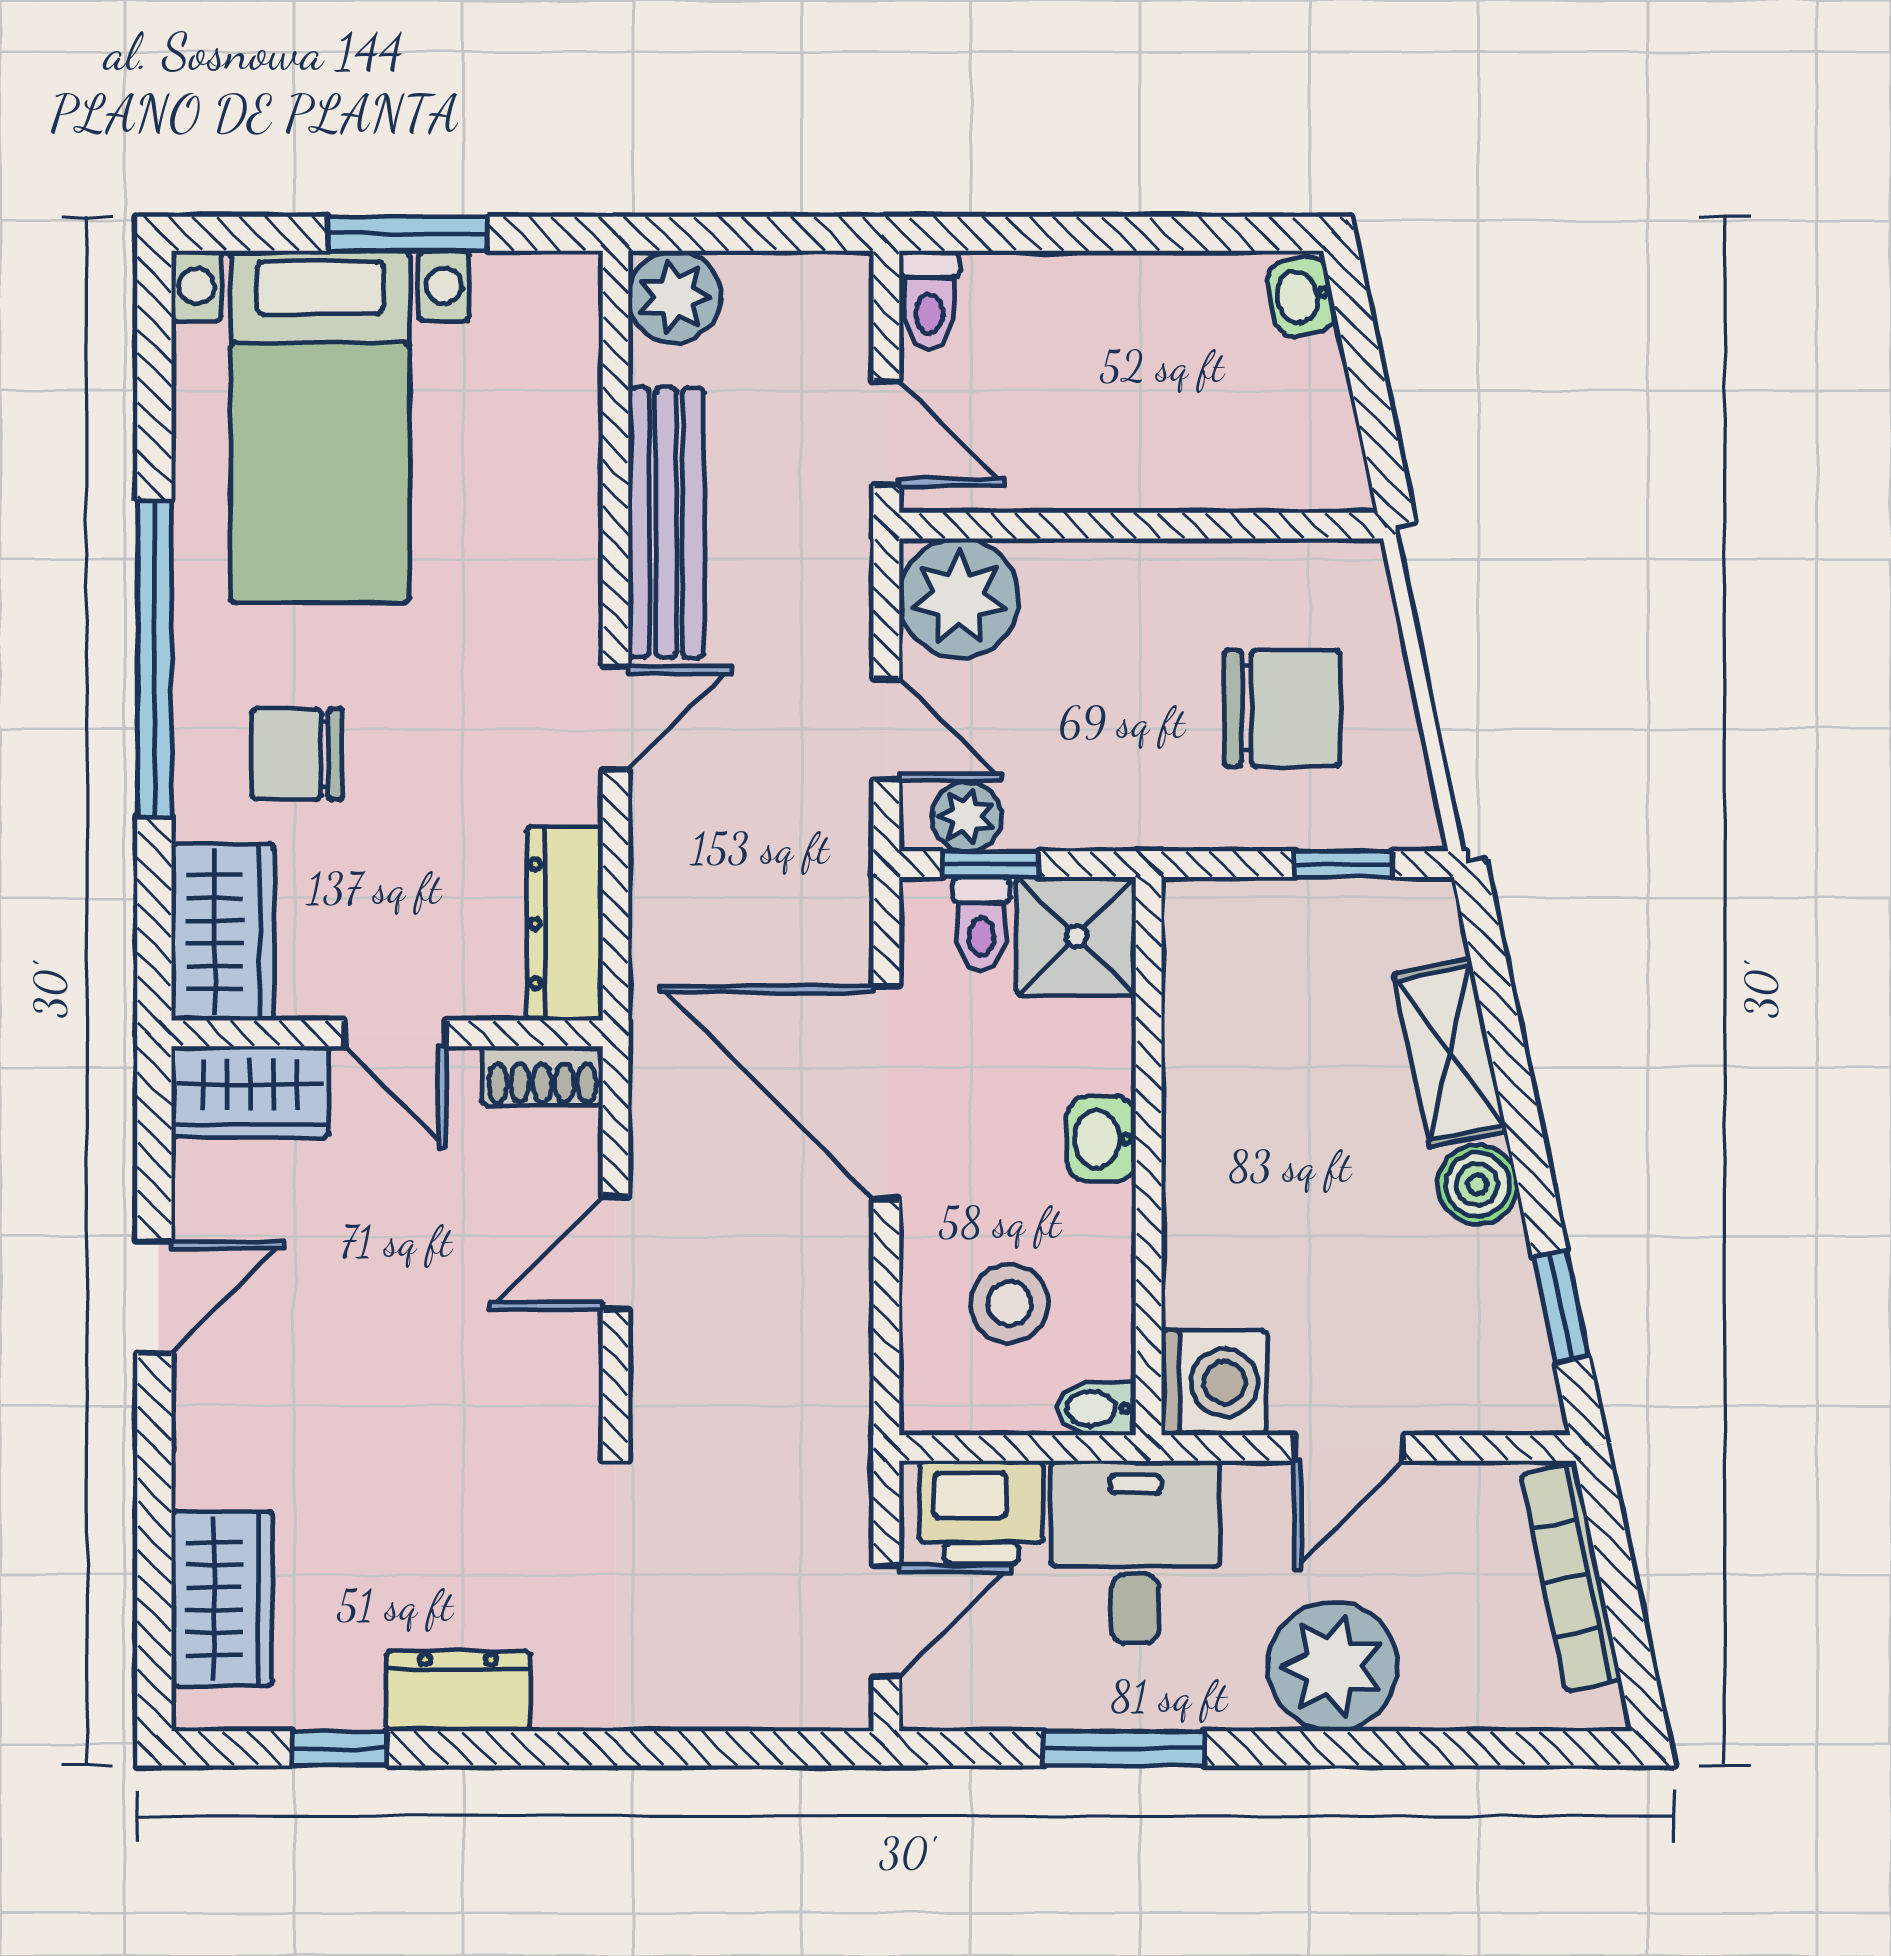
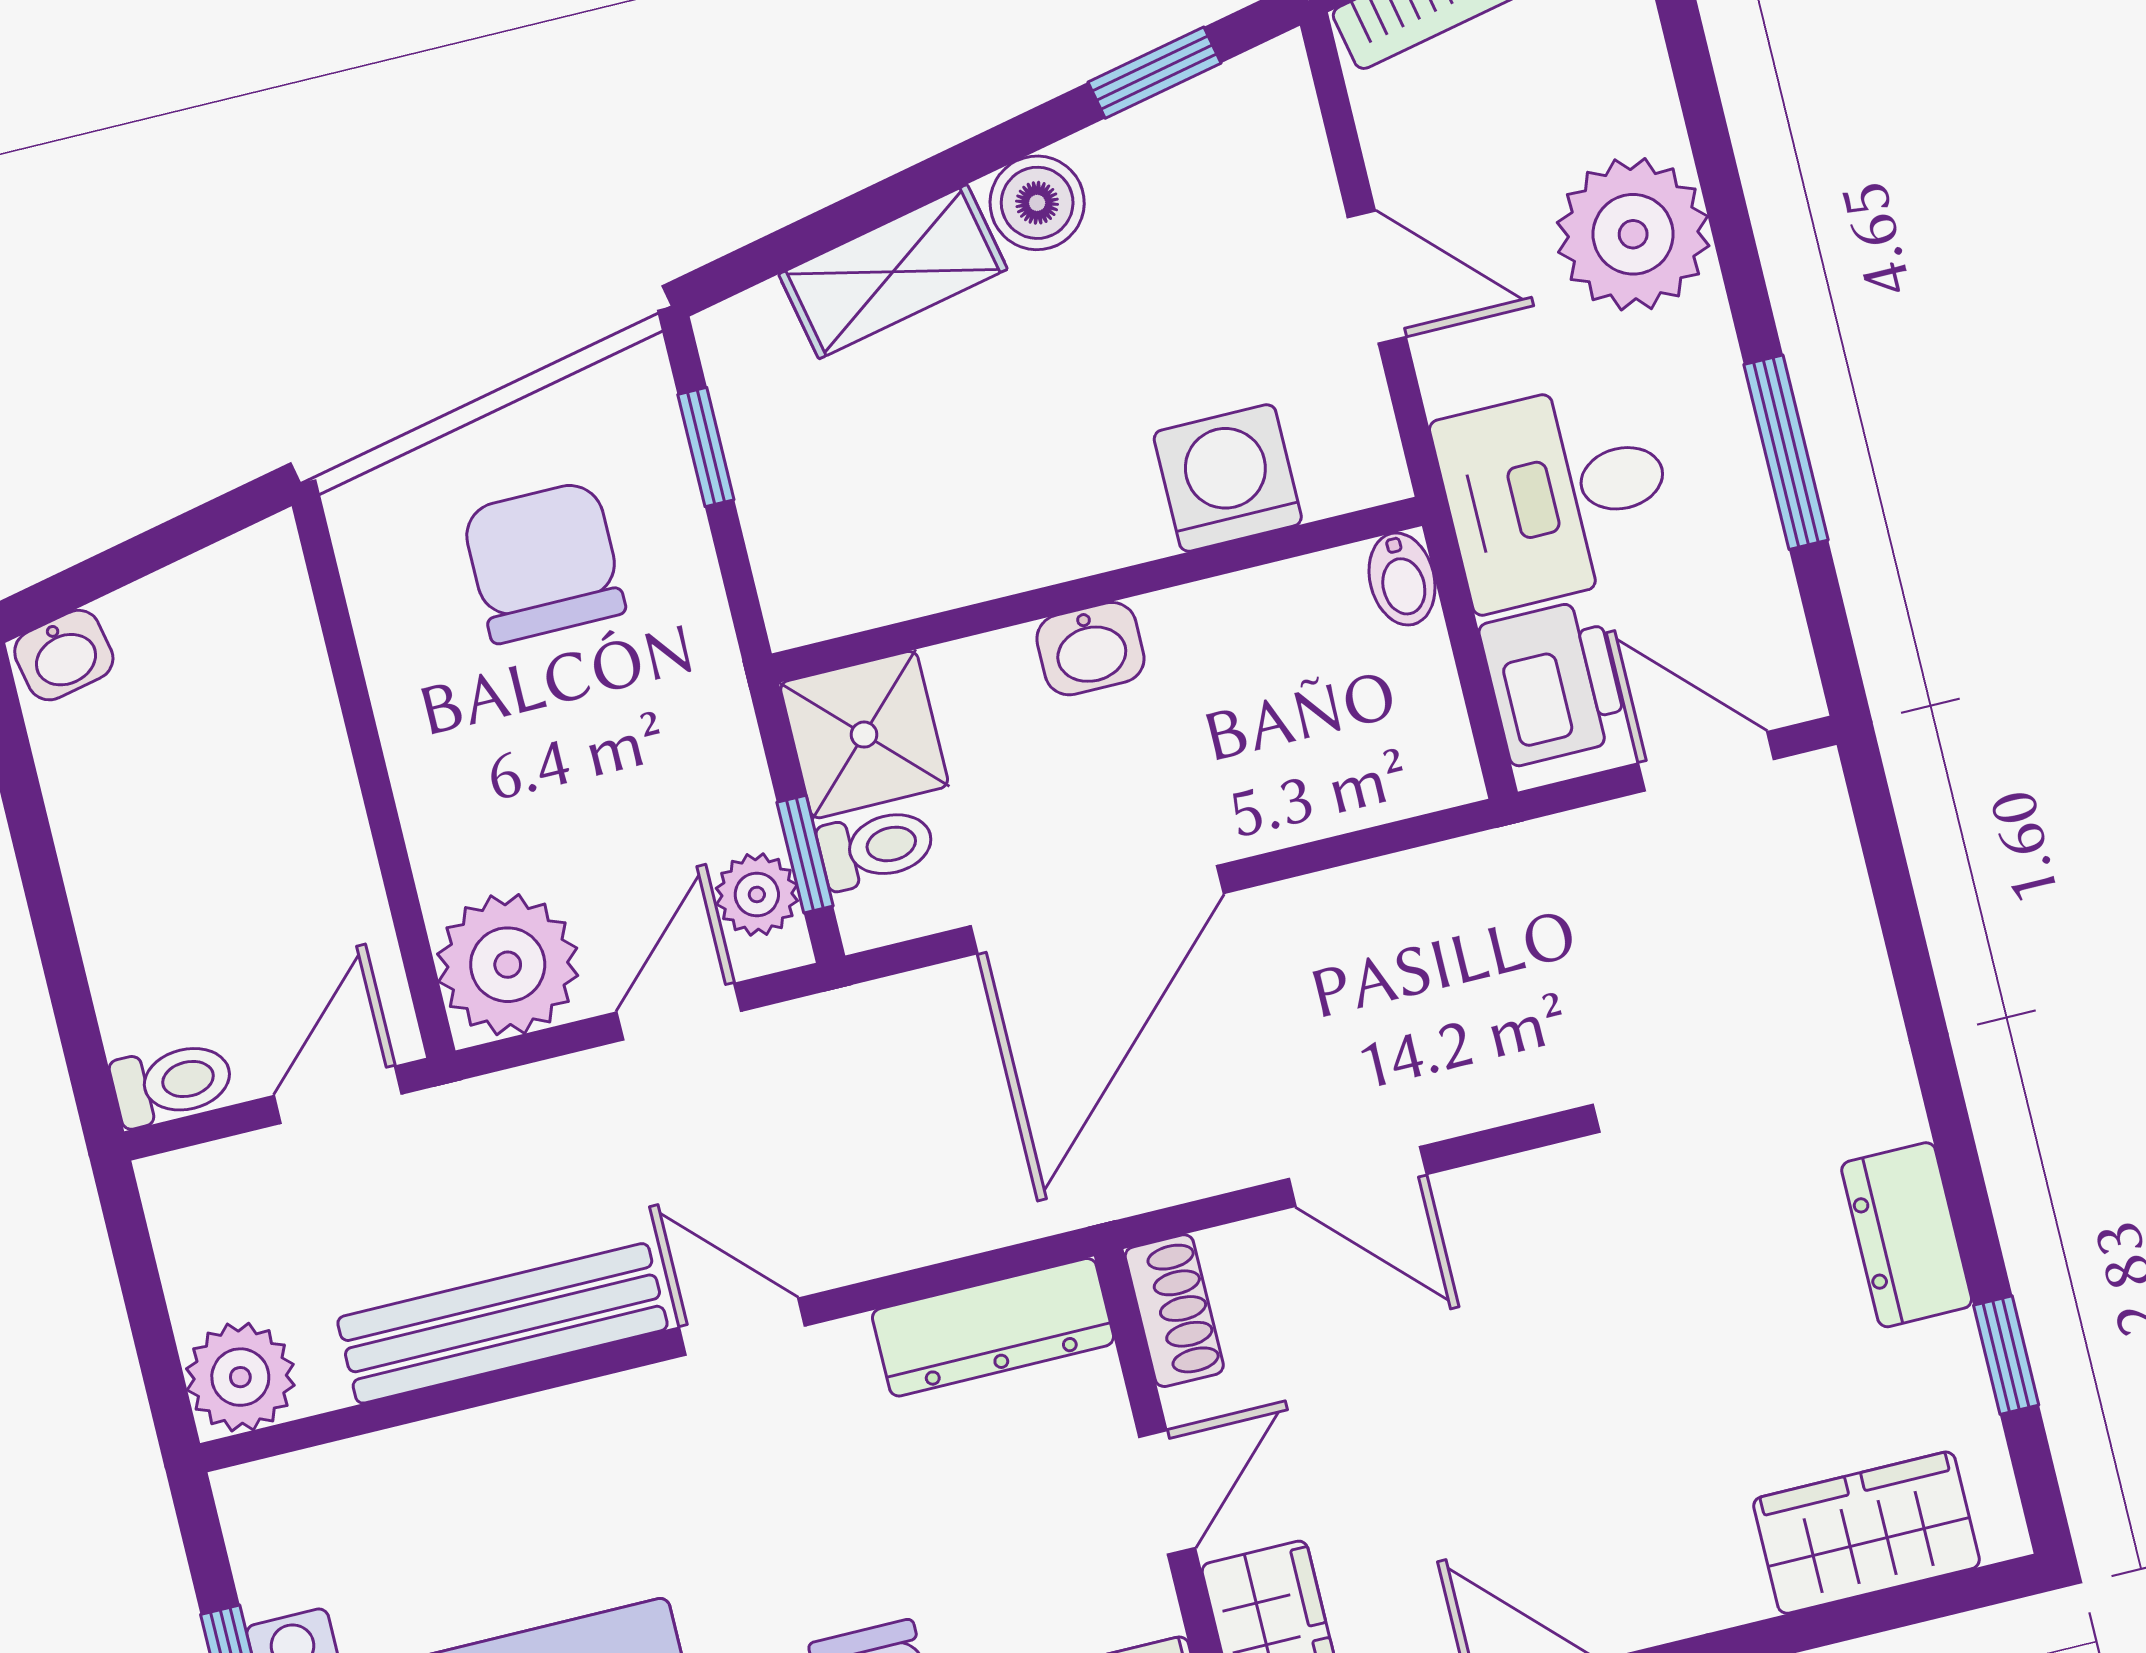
stool: (1010, 1303) -> (1305, 708), removed
washing machine: (1214, 1383) -> (1228, 478), moved

